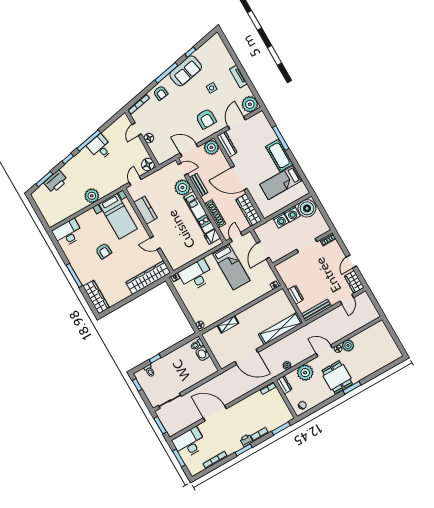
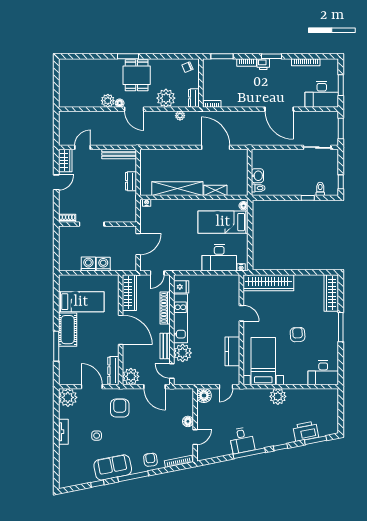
door: (237, 123) -> (92, 387), swing flipped
boiler: (307, 208) -> (70, 261), removed
bed: (231, 267) -> (223, 222), moved, turned -90
shelving: (281, 329) -> (177, 189), moved

